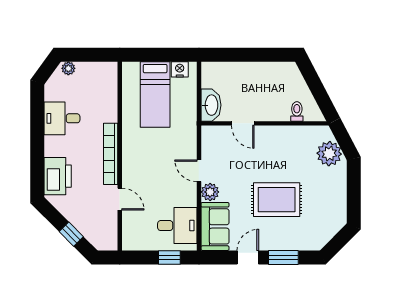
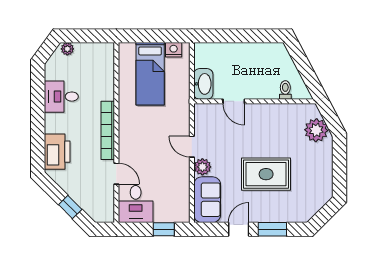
desk: (177, 226) -> (136, 204), moved, turned 90

